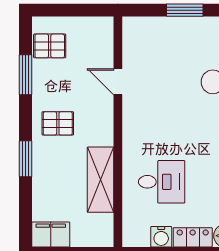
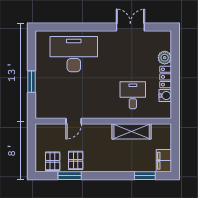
pallet: (58, 123) -> (76, 160), moved
window: (26, 159) -> (145, 176), moved

